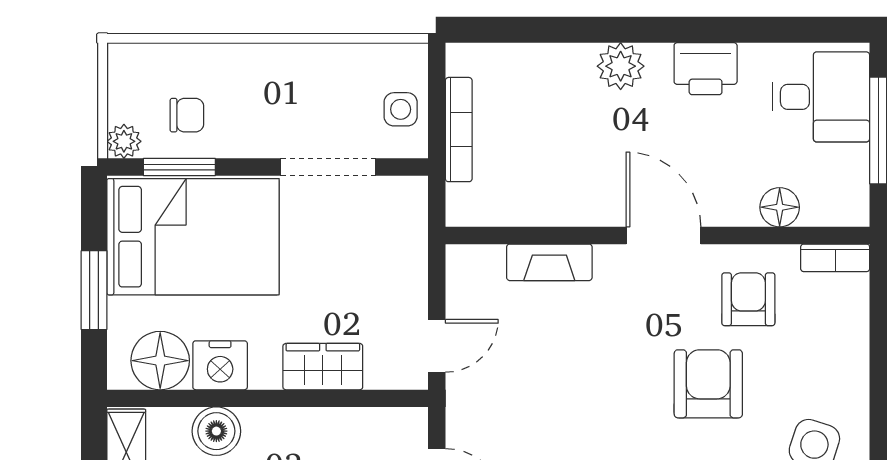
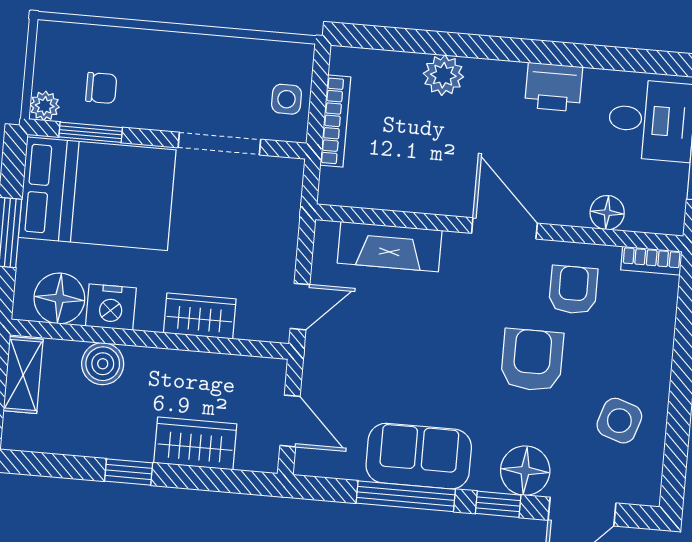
plant: (621, 66) -> (443, 75), moved
fireplace: (549, 262) -> (390, 247), width x1.37, depth x1.32

